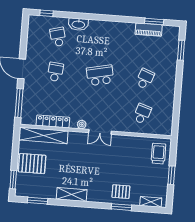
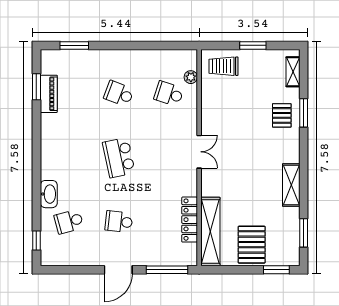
plant: (82, 125) -> (191, 77), moved

